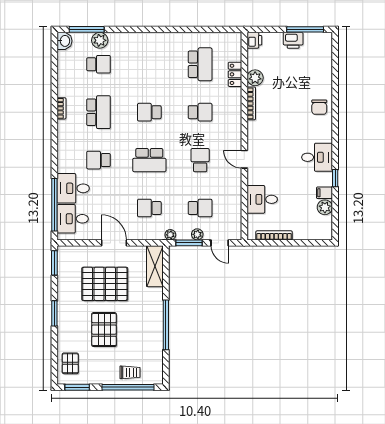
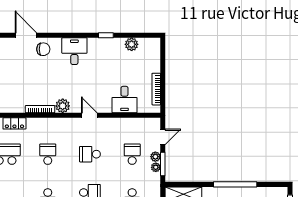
plant: (255, 78) -> (63, 106), moved
door: (335, 87) -> (26, 35), added
desk: (317, 157) -> (74, 51), moved
door: (244, 159) -> (89, 115), swing flipped
filing cabinet: (324, 193) -> (119, 45), removed
plant: (170, 235) -> (156, 167), moved

